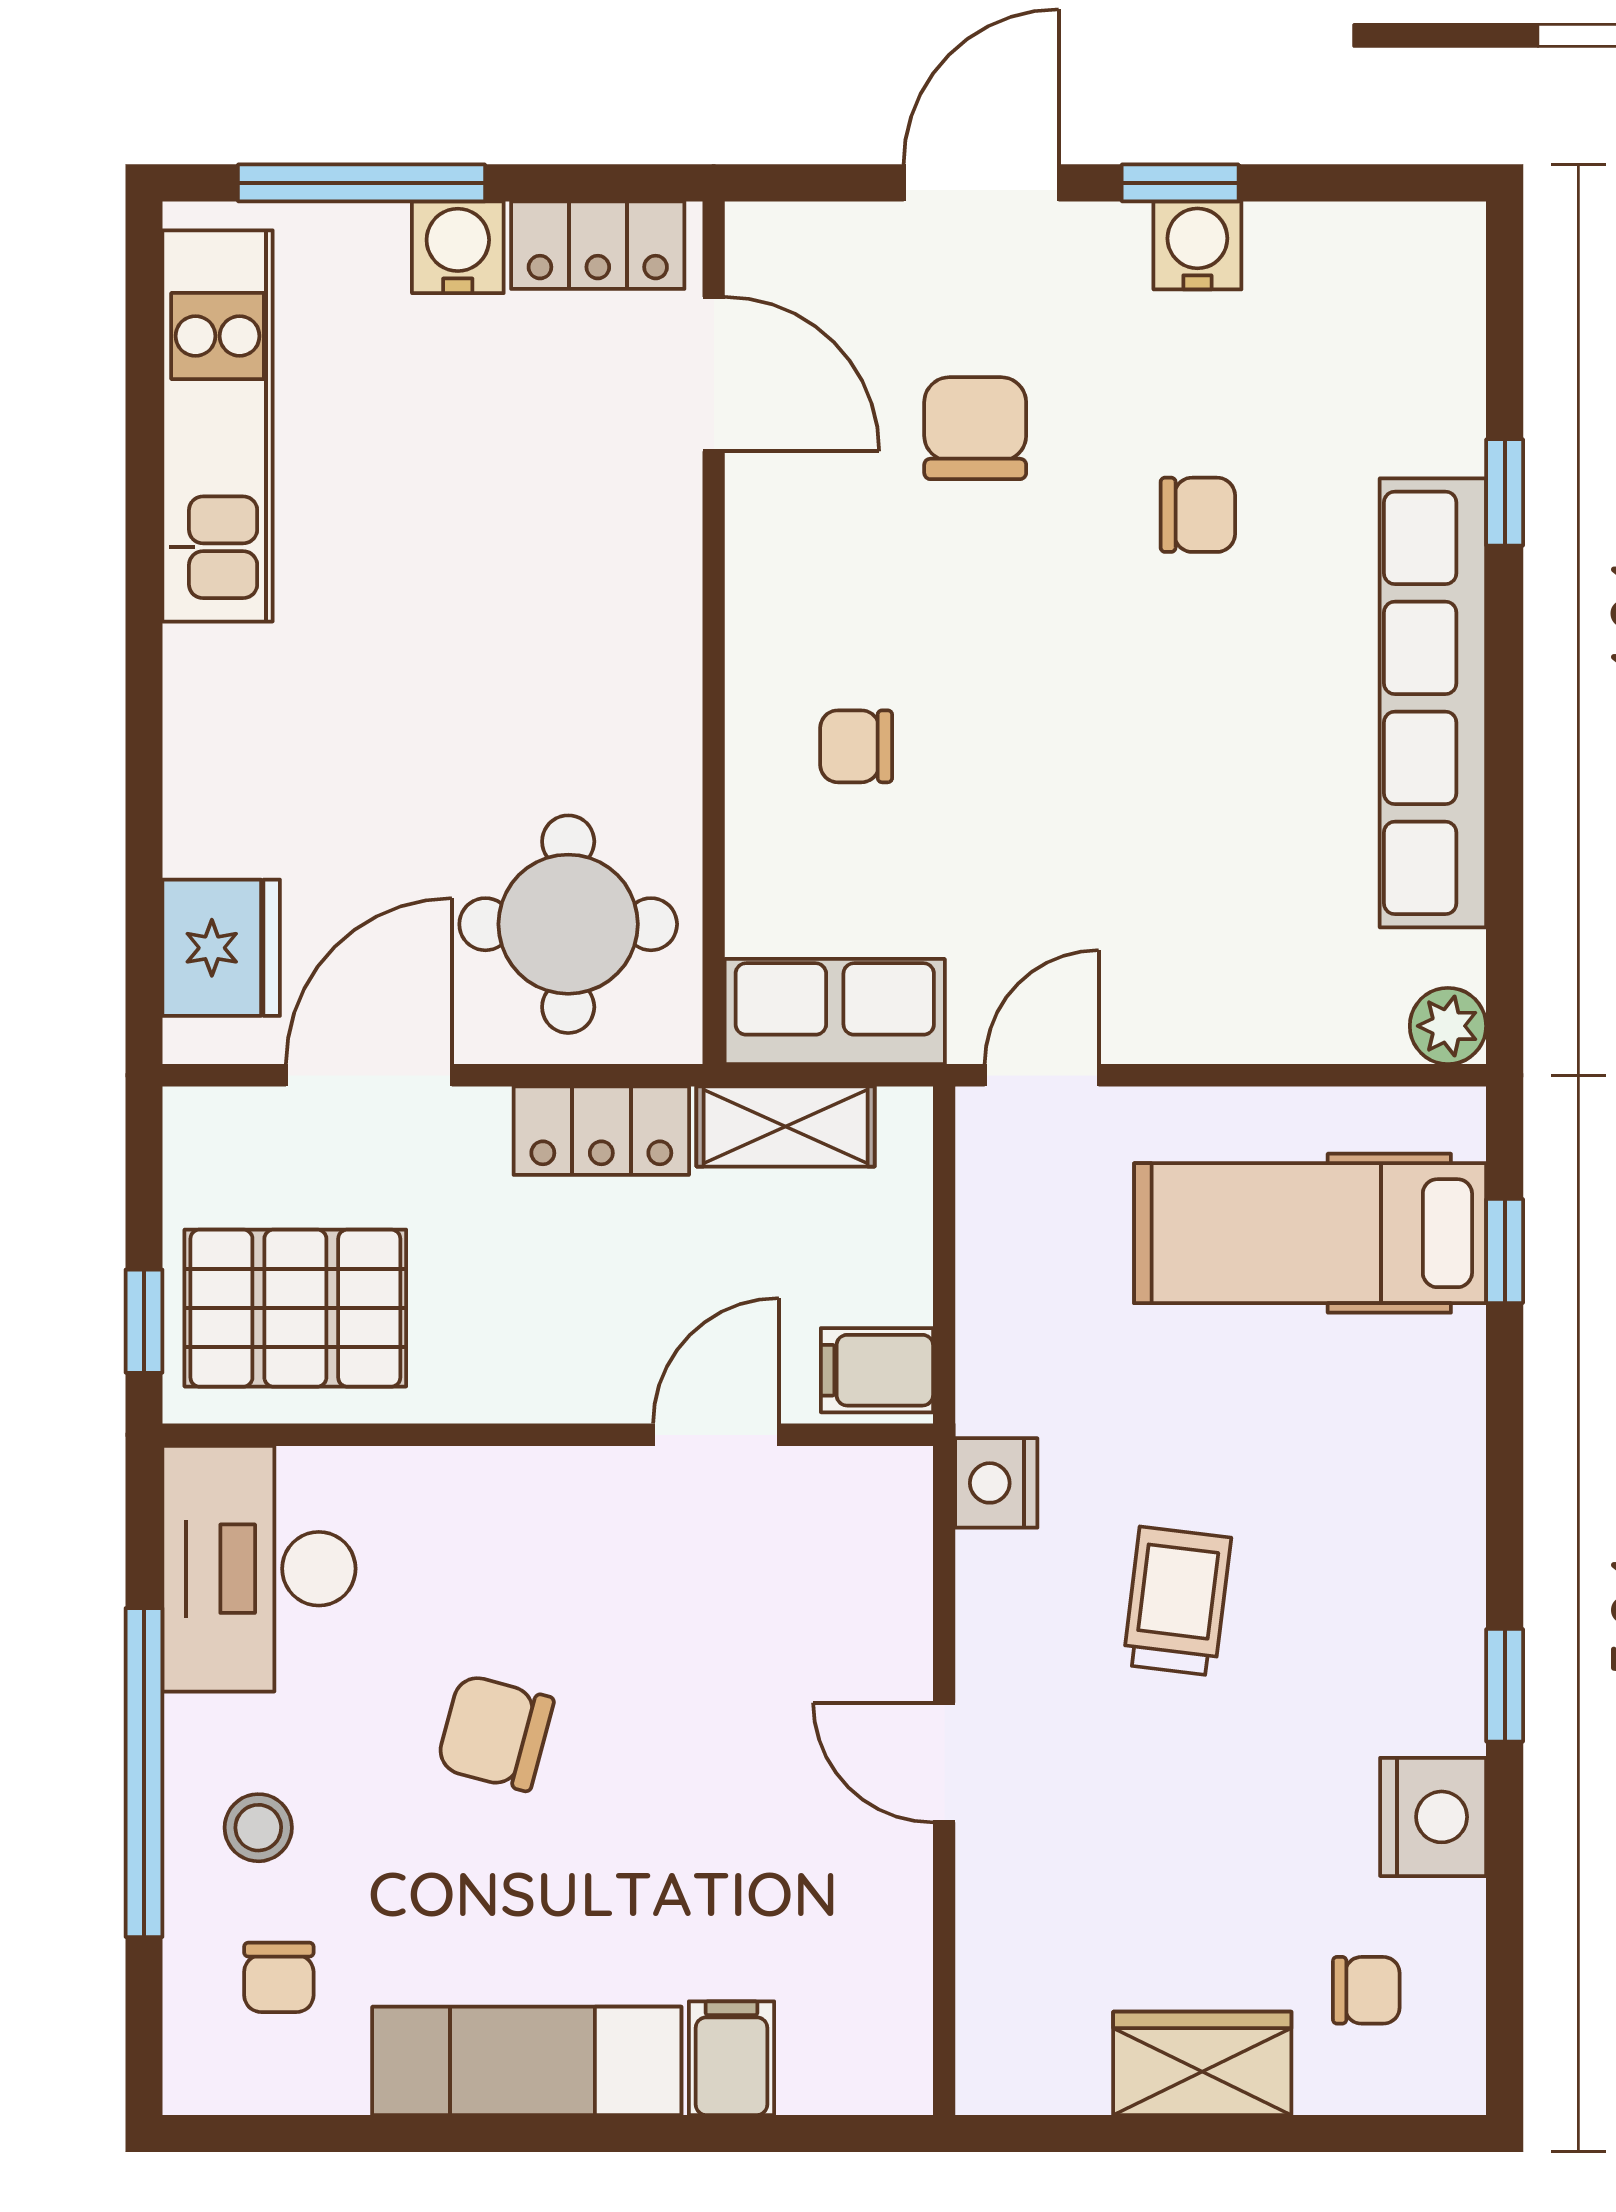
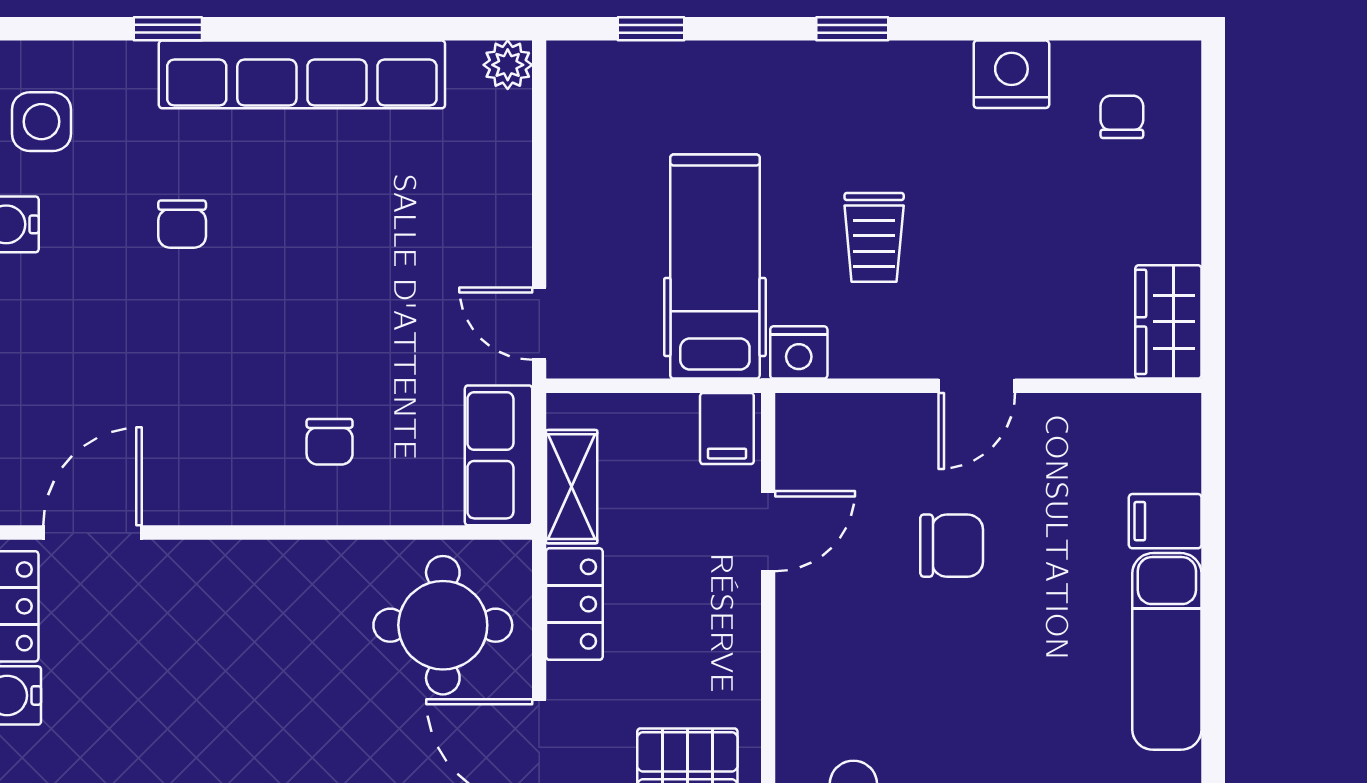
side table: (1359, 294) -> (41, 122), added
chair: (975, 428) -> (127, 366), removed
chair: (1198, 515) -> (182, 224), turned 180
hospital bed: (1310, 1233) -> (715, 267), moved, turned 180
door: (716, 1435) -> (768, 531), swing flipped
trolley: (1177, 1601) -> (874, 237), turned -97
window: (1505, 1685) -> (852, 29), moved
chair: (495, 1733) -> (952, 546), moved, turned -105
wardrobe: (1202, 2063) -> (1168, 322), moved

